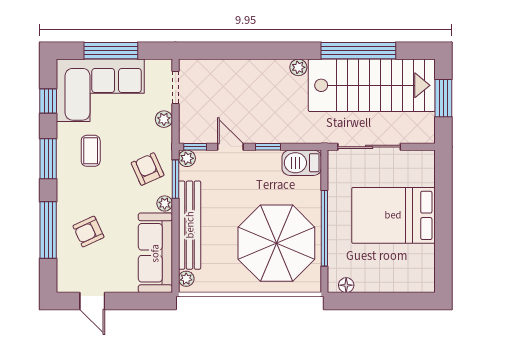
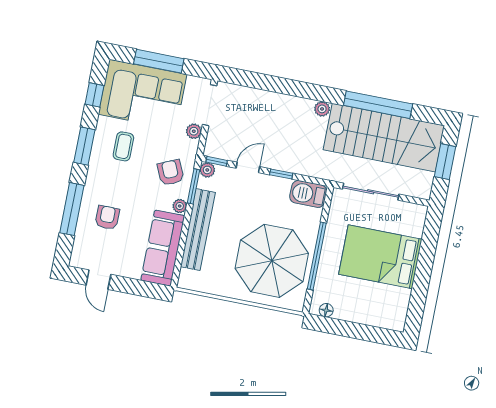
doorway: (175, 87) -> (210, 105), width x1.38
door: (230, 147) -> (248, 167), hinge flipped
armchair: (88, 232) -> (107, 218), turned 115
plant: (186, 279) -> (186, 276), removed

